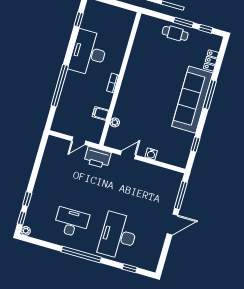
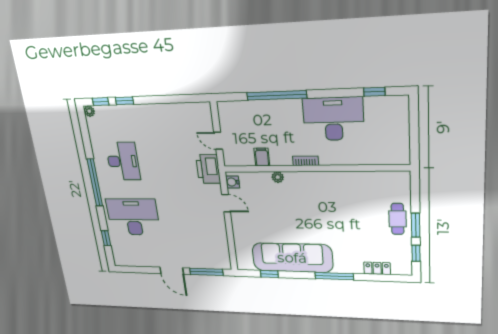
sofa: (192, 100) -> (292, 258), moved
plant: (115, 122) -> (278, 177), moved
water cooler: (151, 154) -> (233, 182), moved

